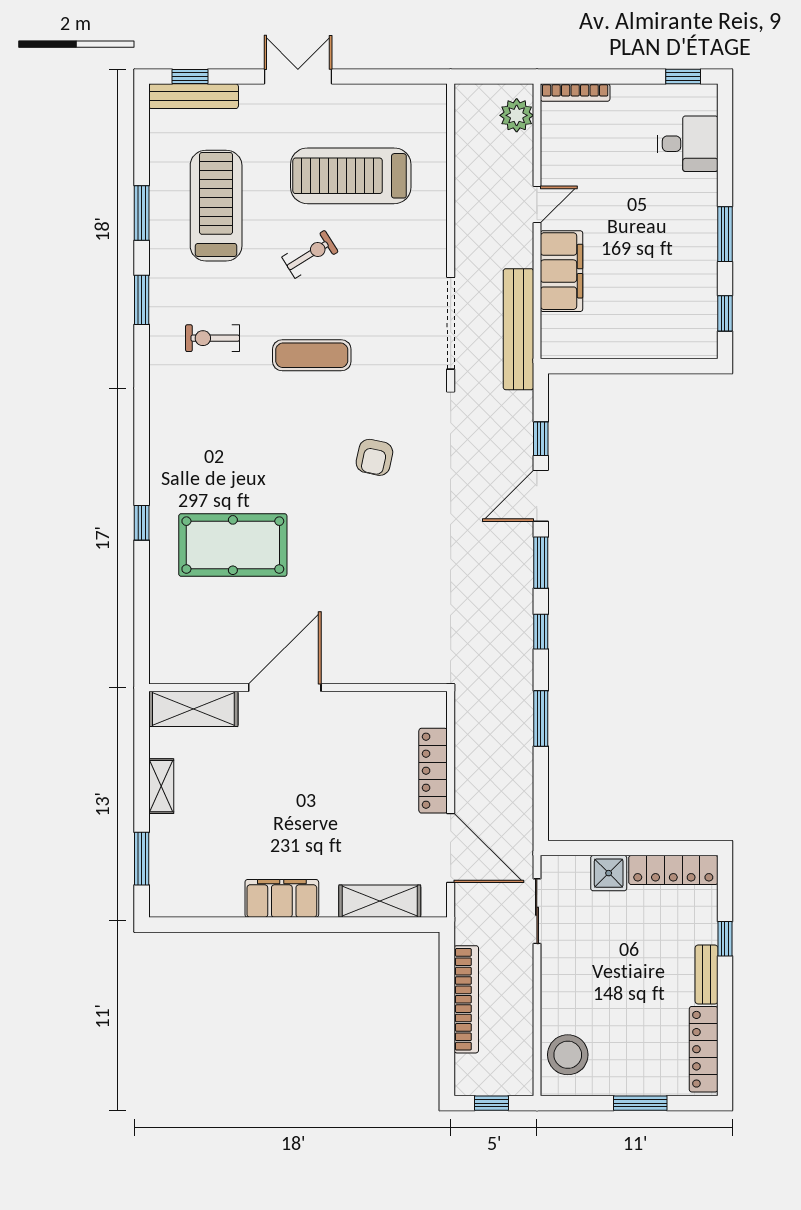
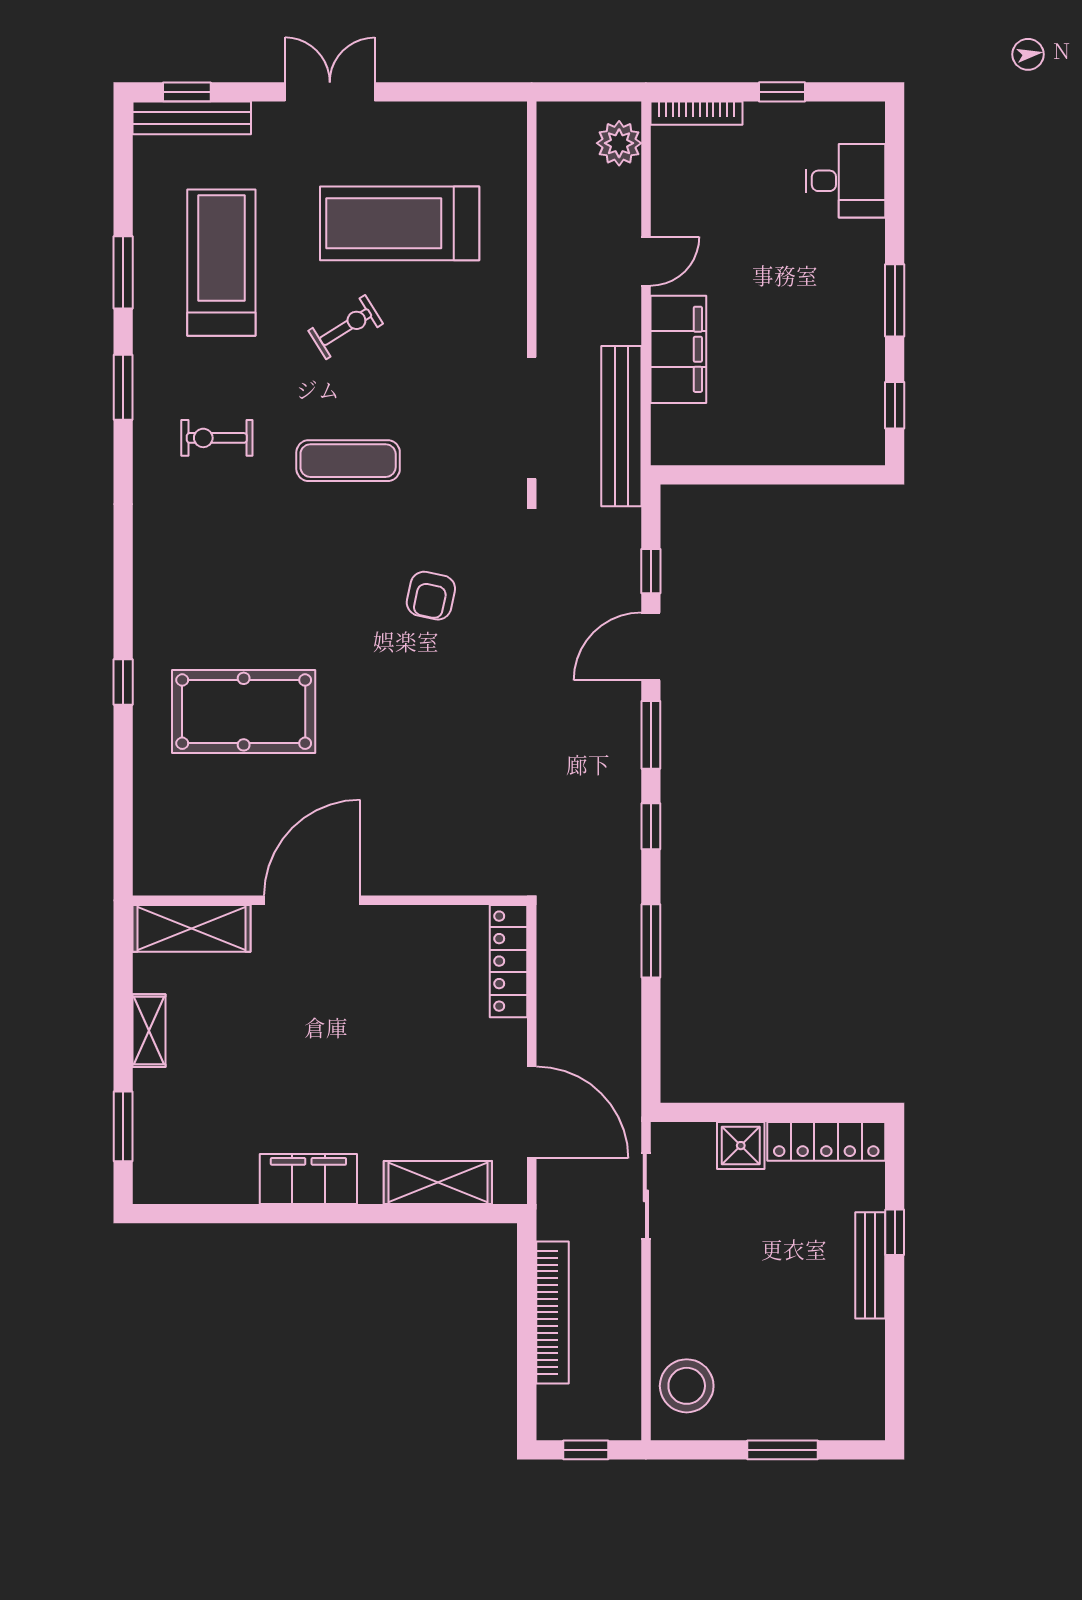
window: (683, 76) -> (782, 92), moved
locker: (433, 771) -> (508, 961), moved
bench: (707, 975) -> (870, 1265), width x1.36
locker: (704, 1049) -> (866, 1378), removed

